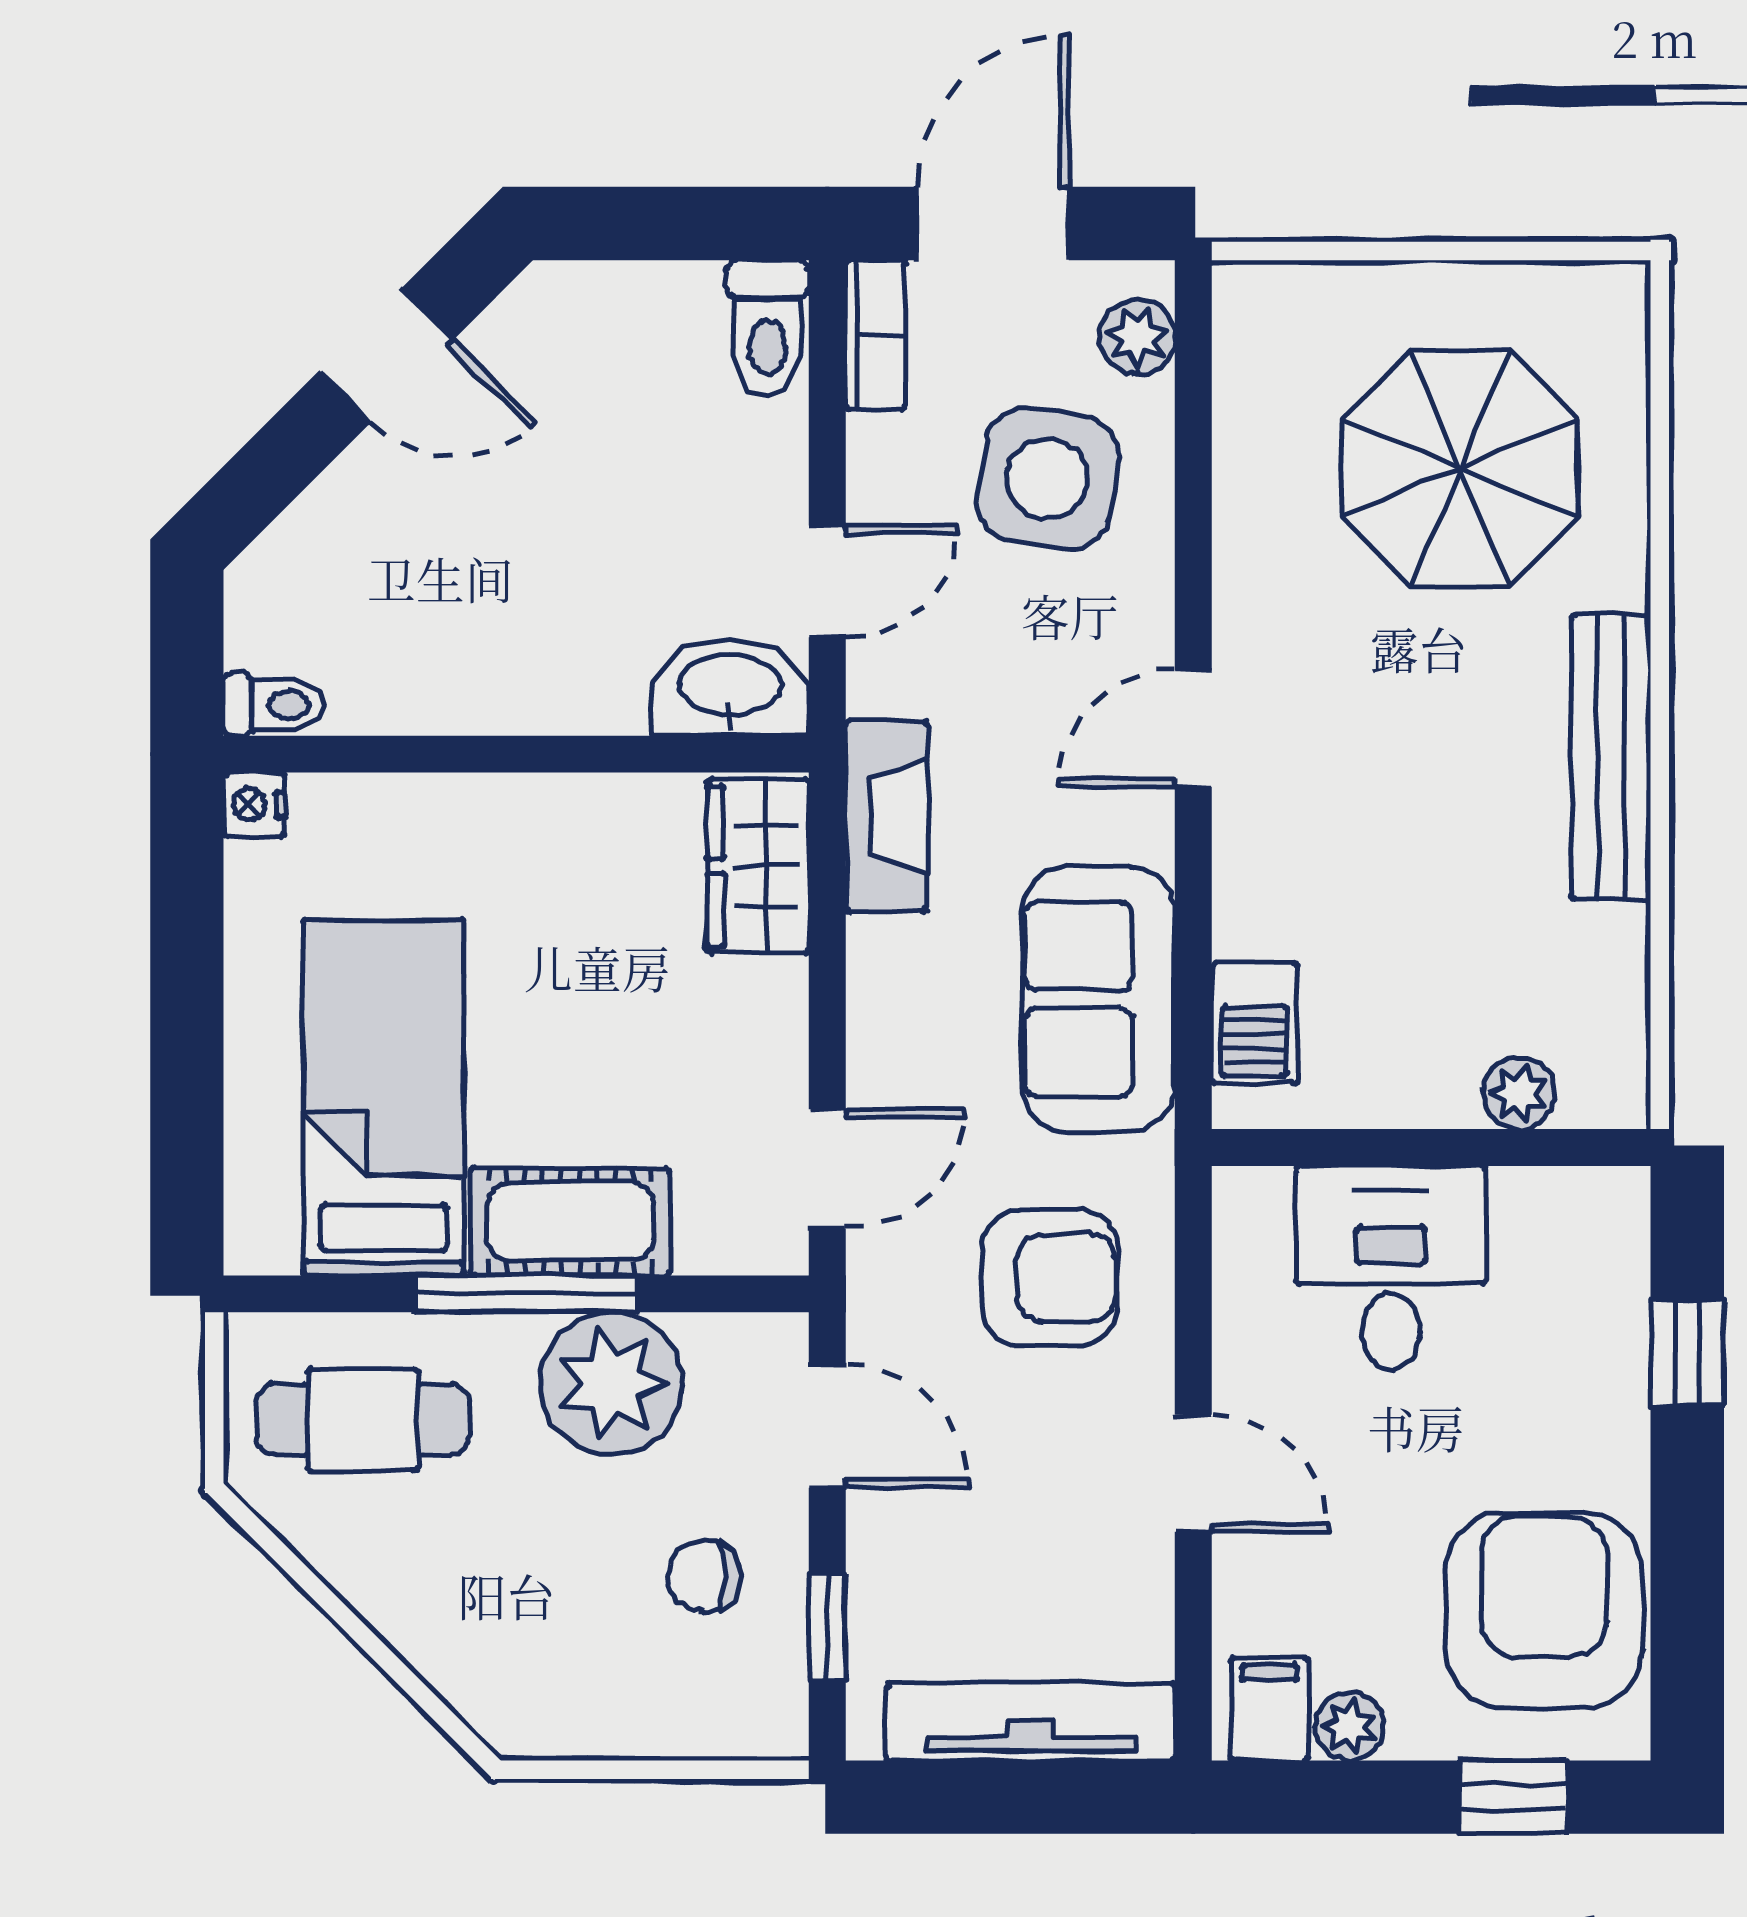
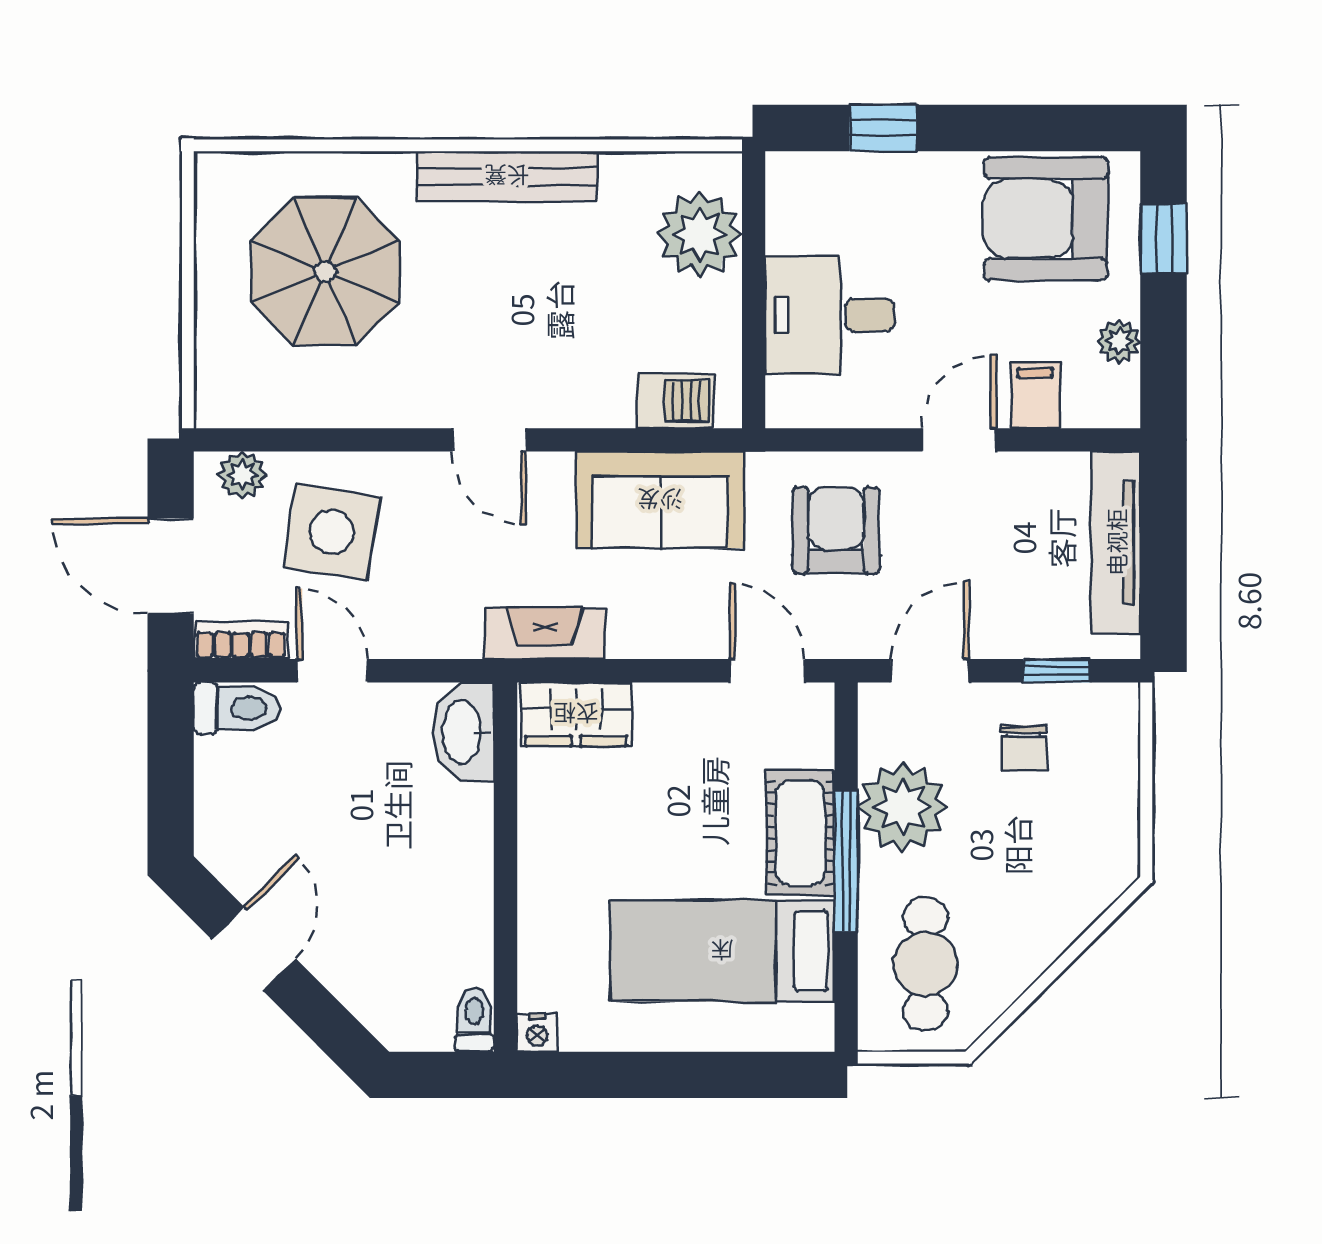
door: (827, 581) -> (332, 671), moved
plant: (1519, 1093) -> (700, 234), width x1.88, depth x1.88
filing cabinet: (1269, 1709) -> (1035, 396), moved, turned 90

